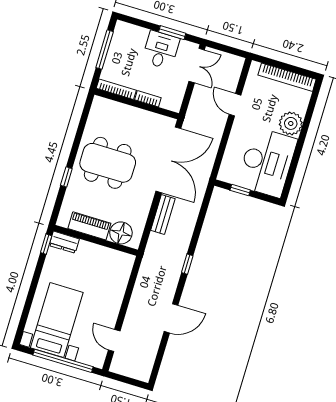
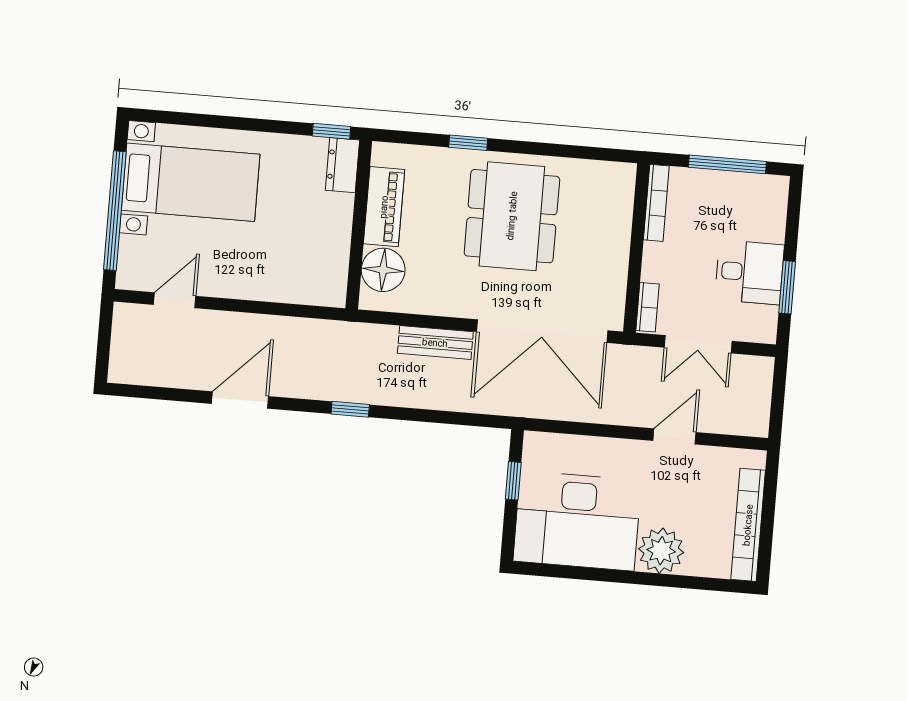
double door: (197, 66) -> (698, 344), moved
bookcase: (148, 99) -> (647, 307), moved
door: (171, 318) -> (240, 400), swing flipped

